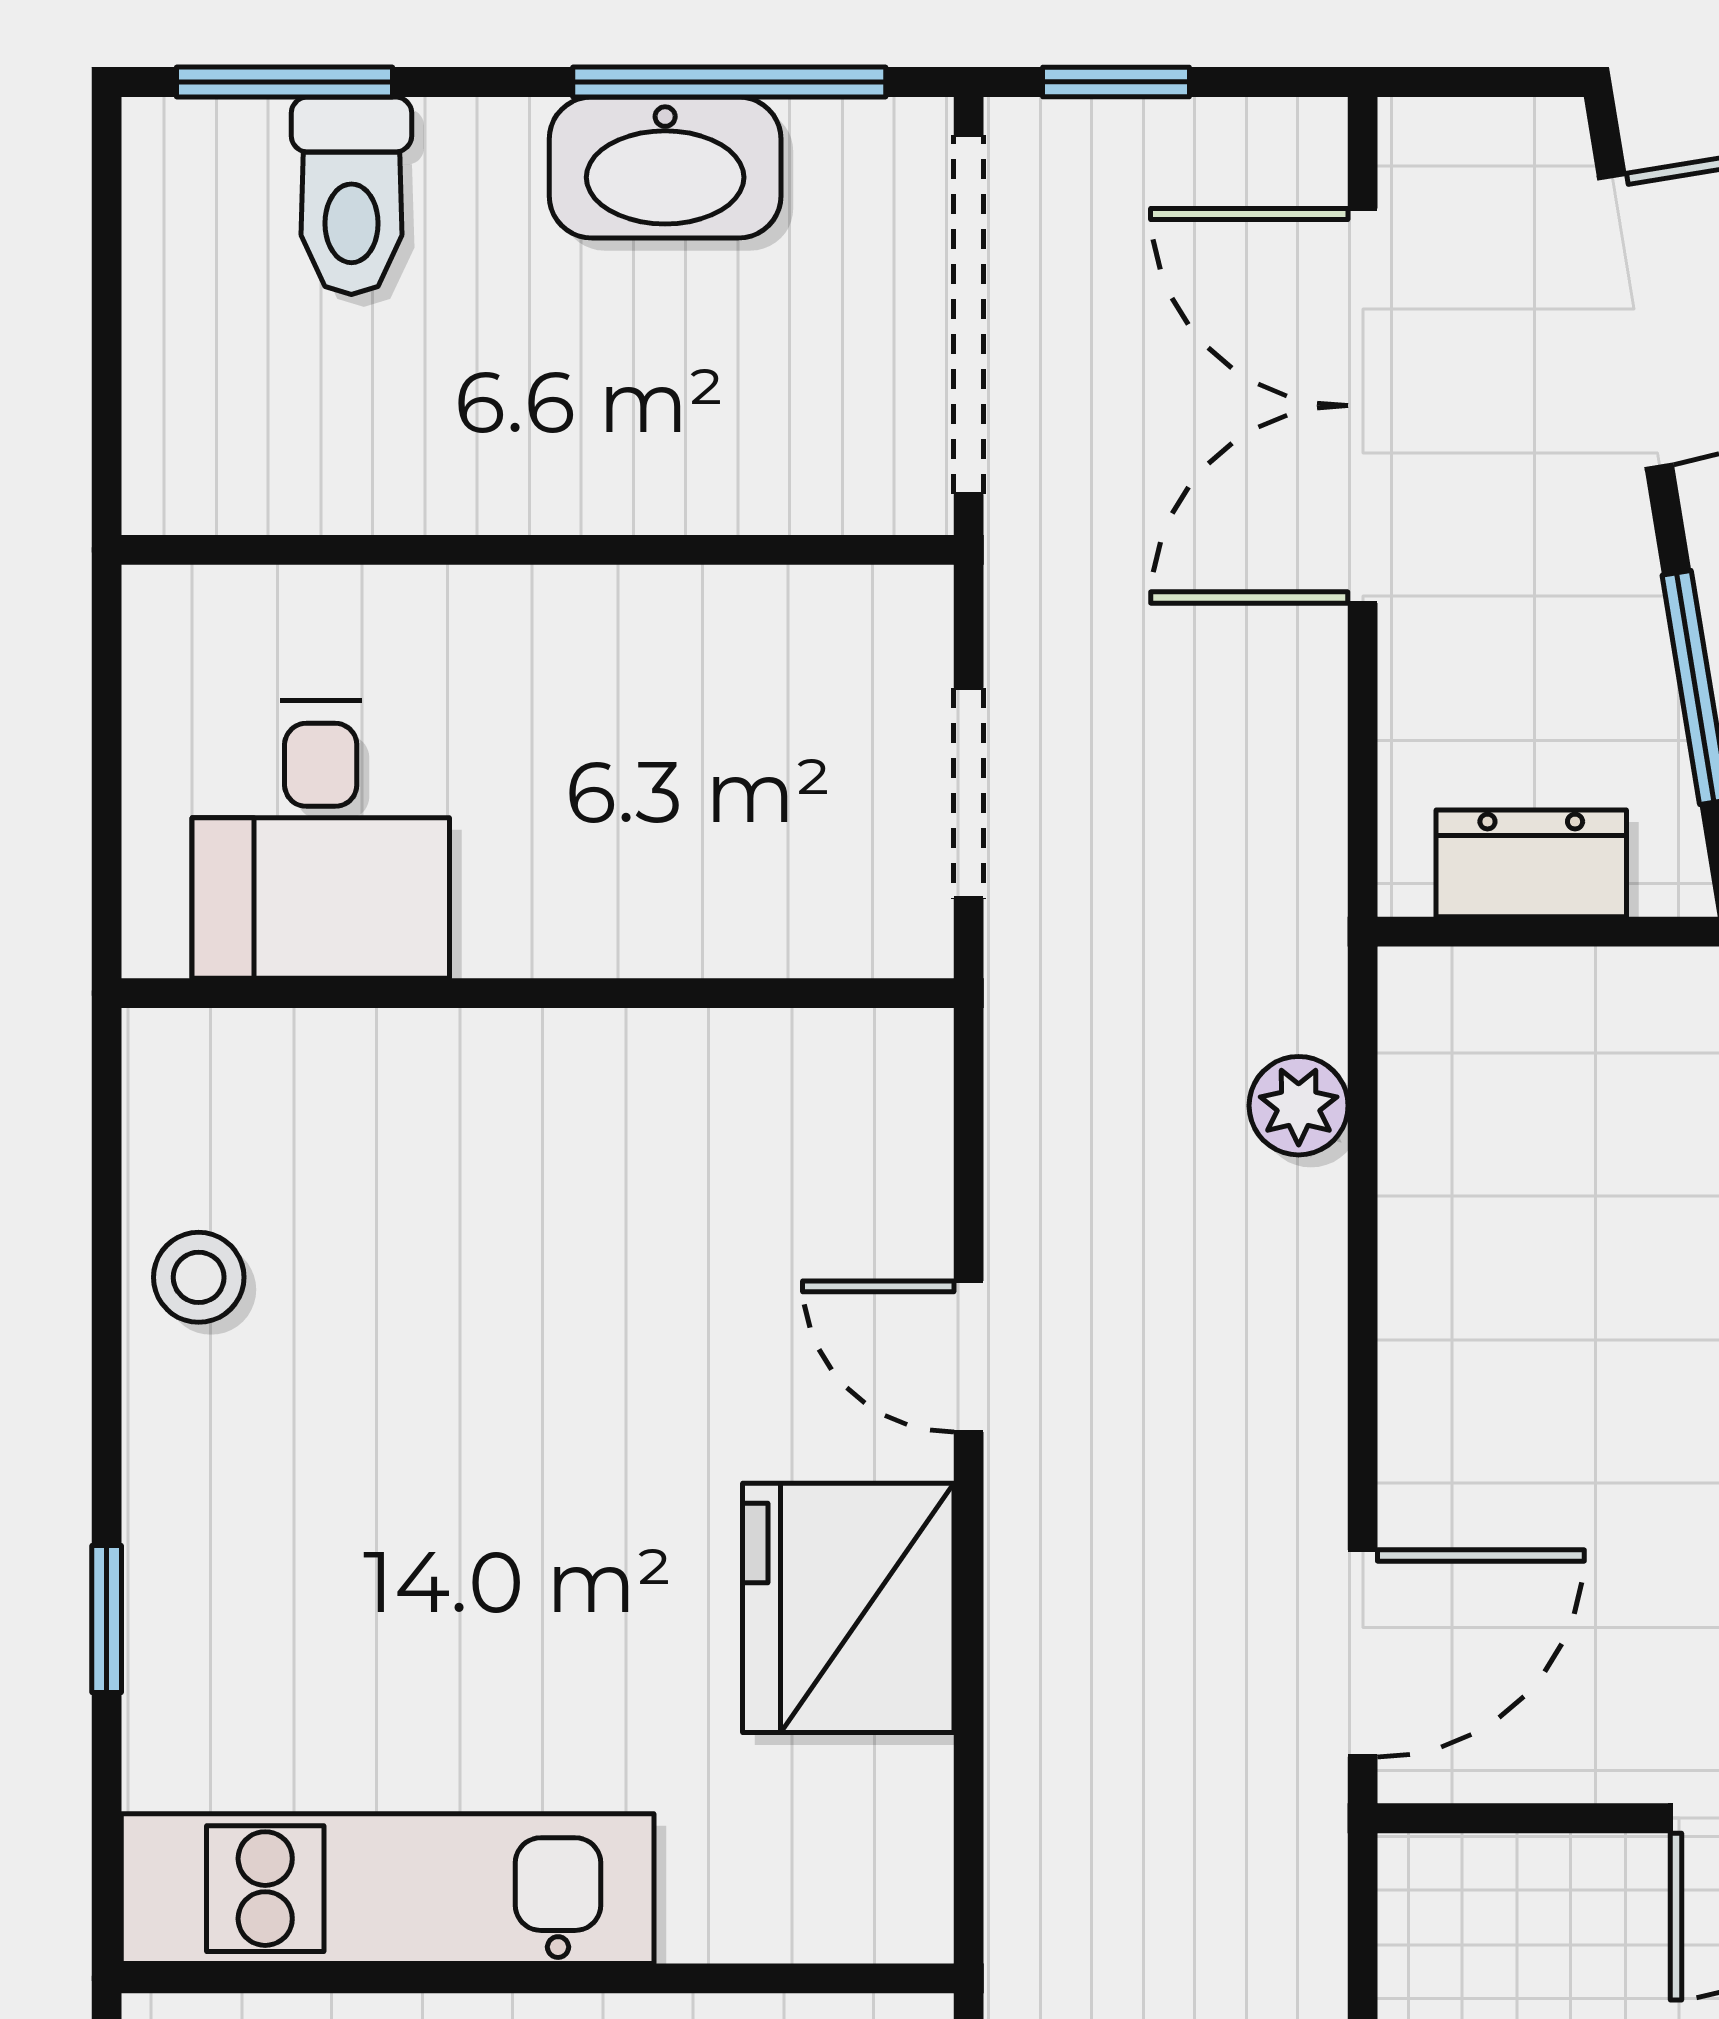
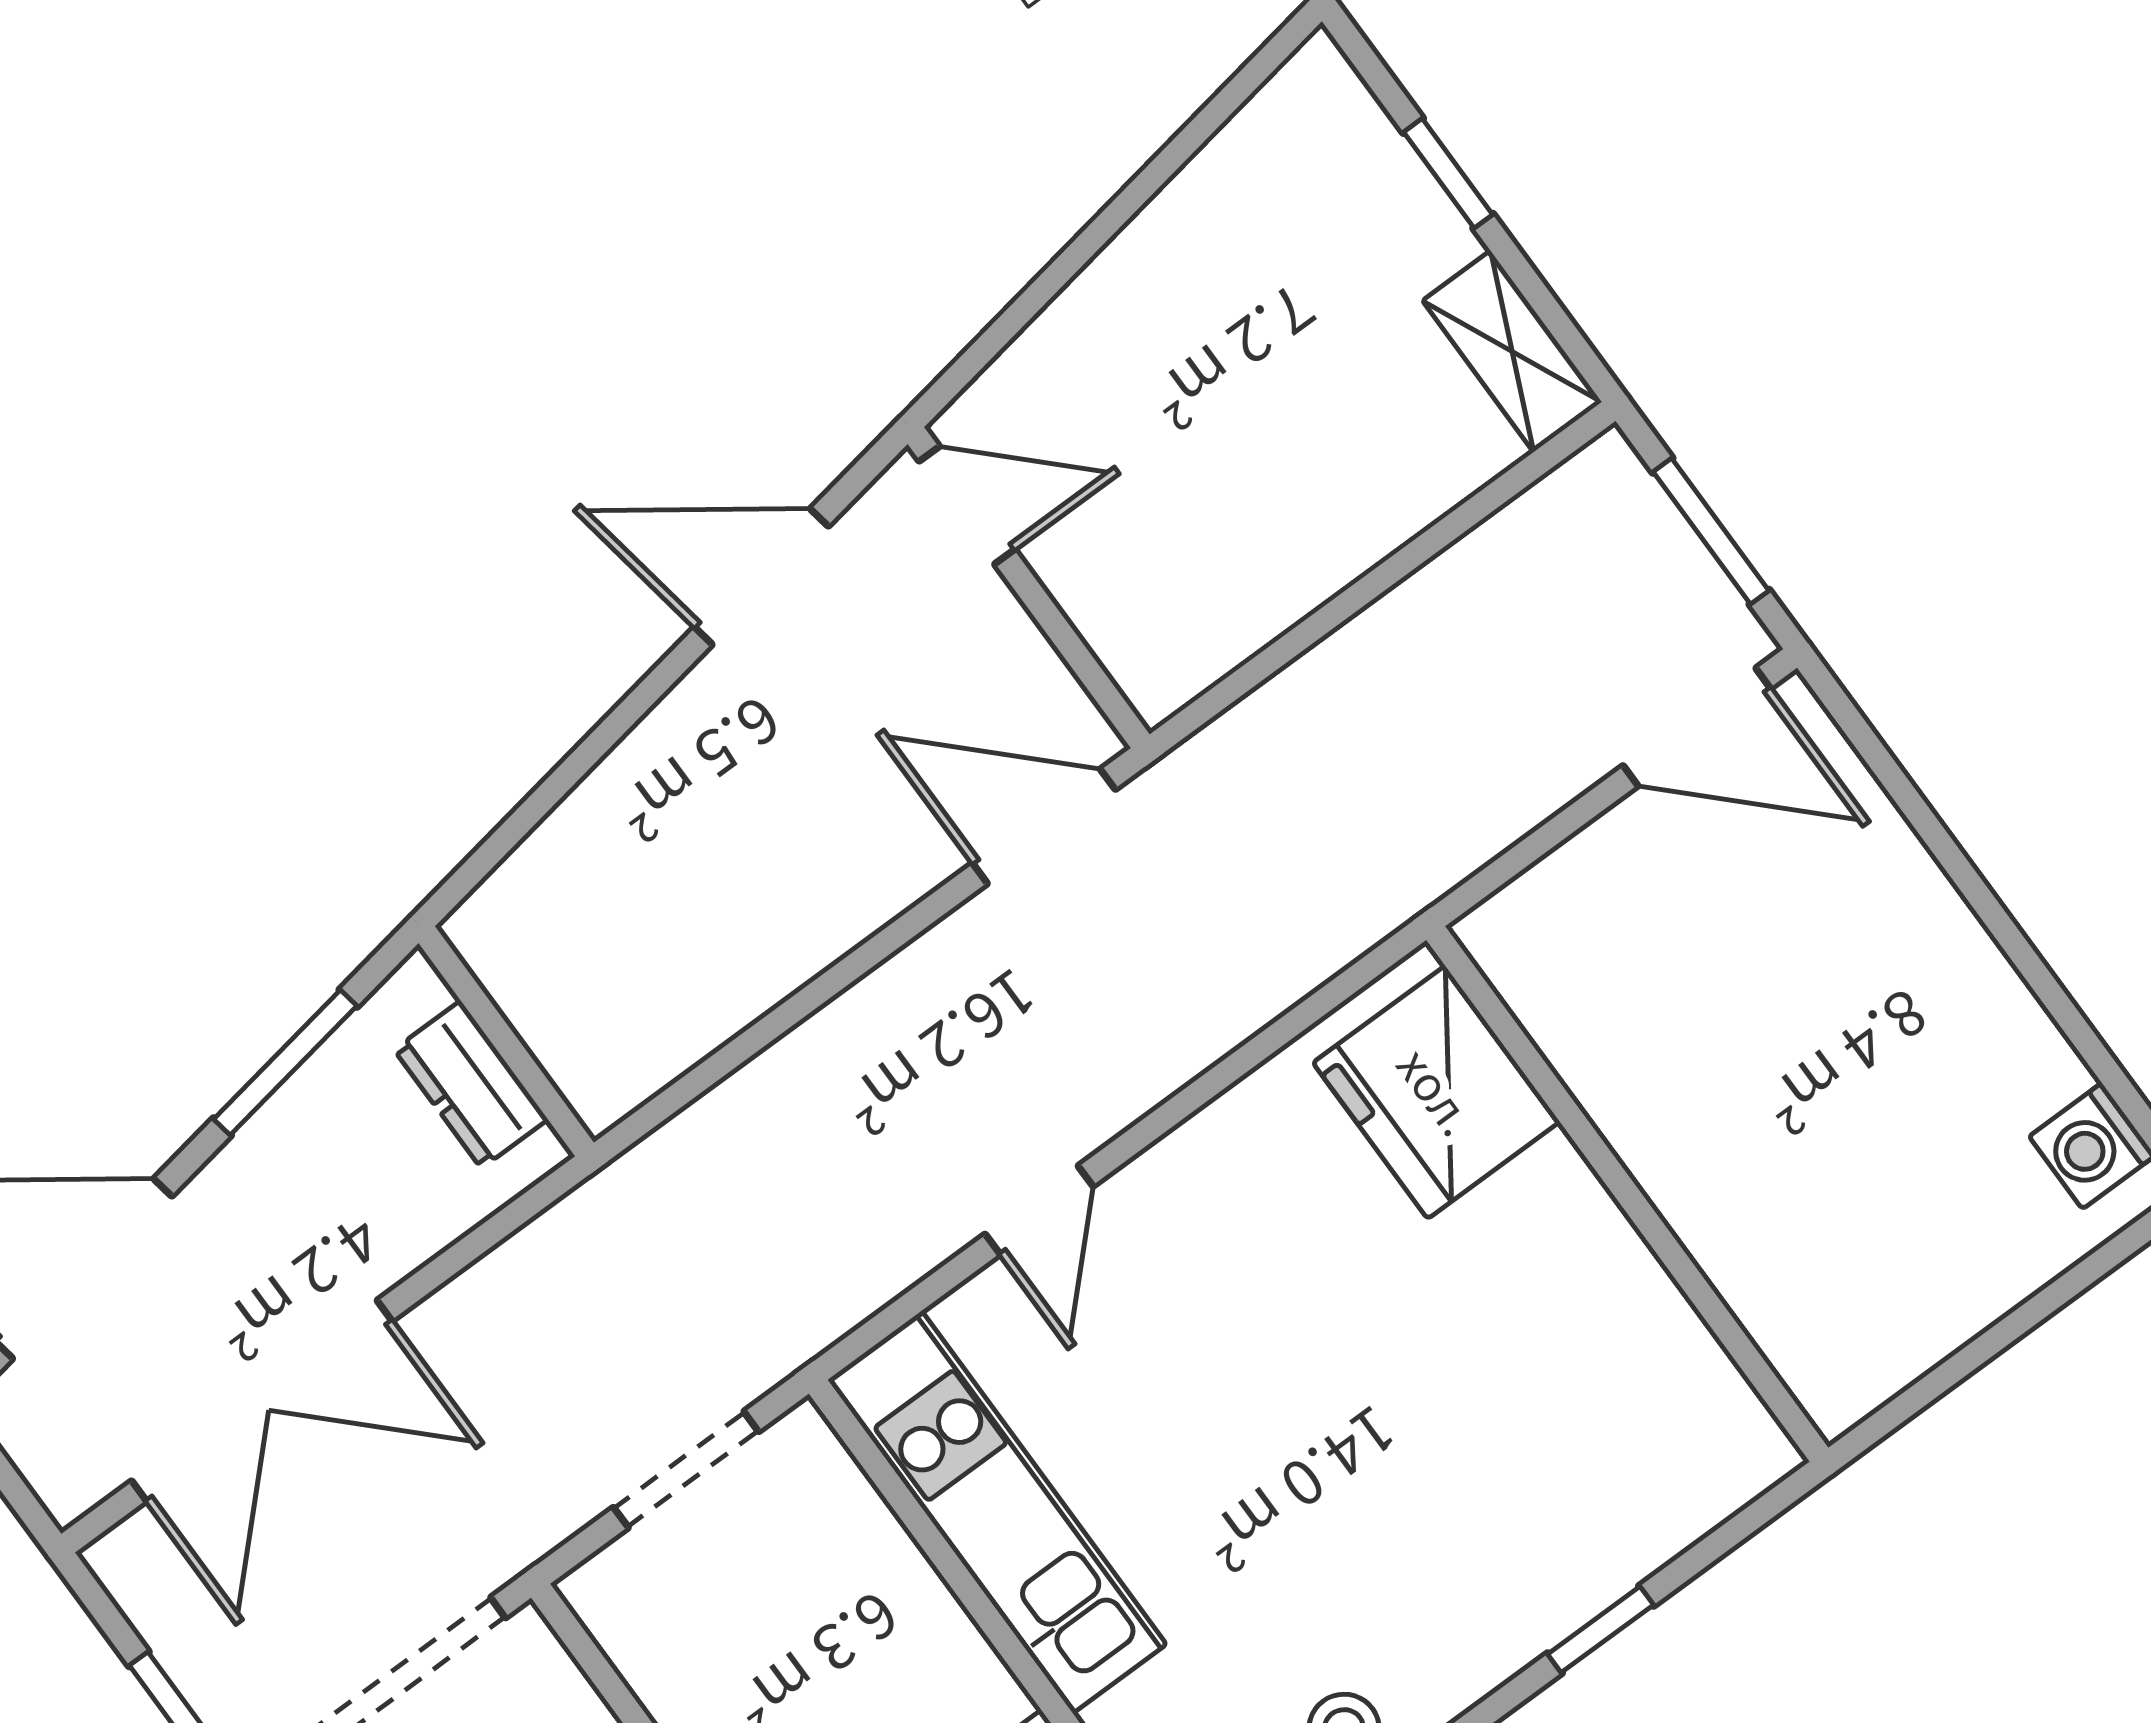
plant: (1299, 1106) -> (730, 1119), removed
fridge: (848, 1608) -> (1436, 1092), moved, turned 90
kitchen unit: (388, 1889) -> (997, 1512), moved, turned 180

